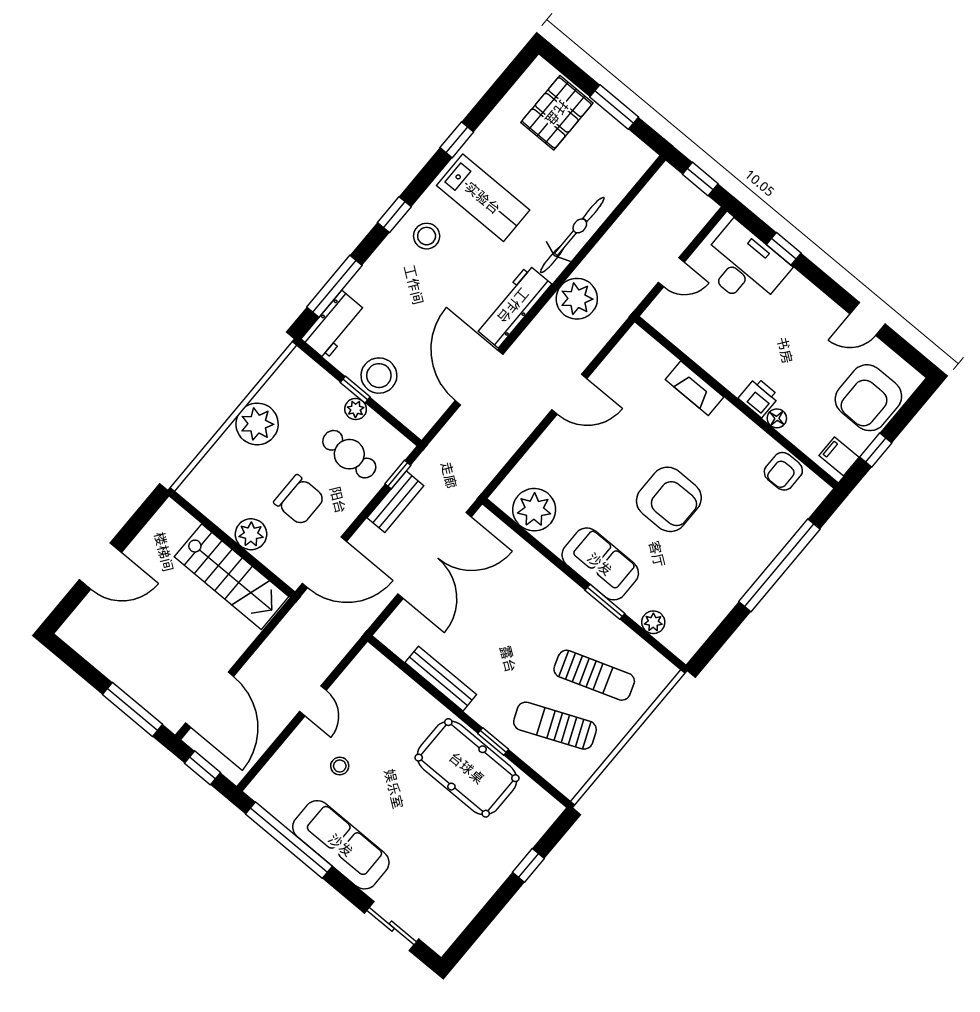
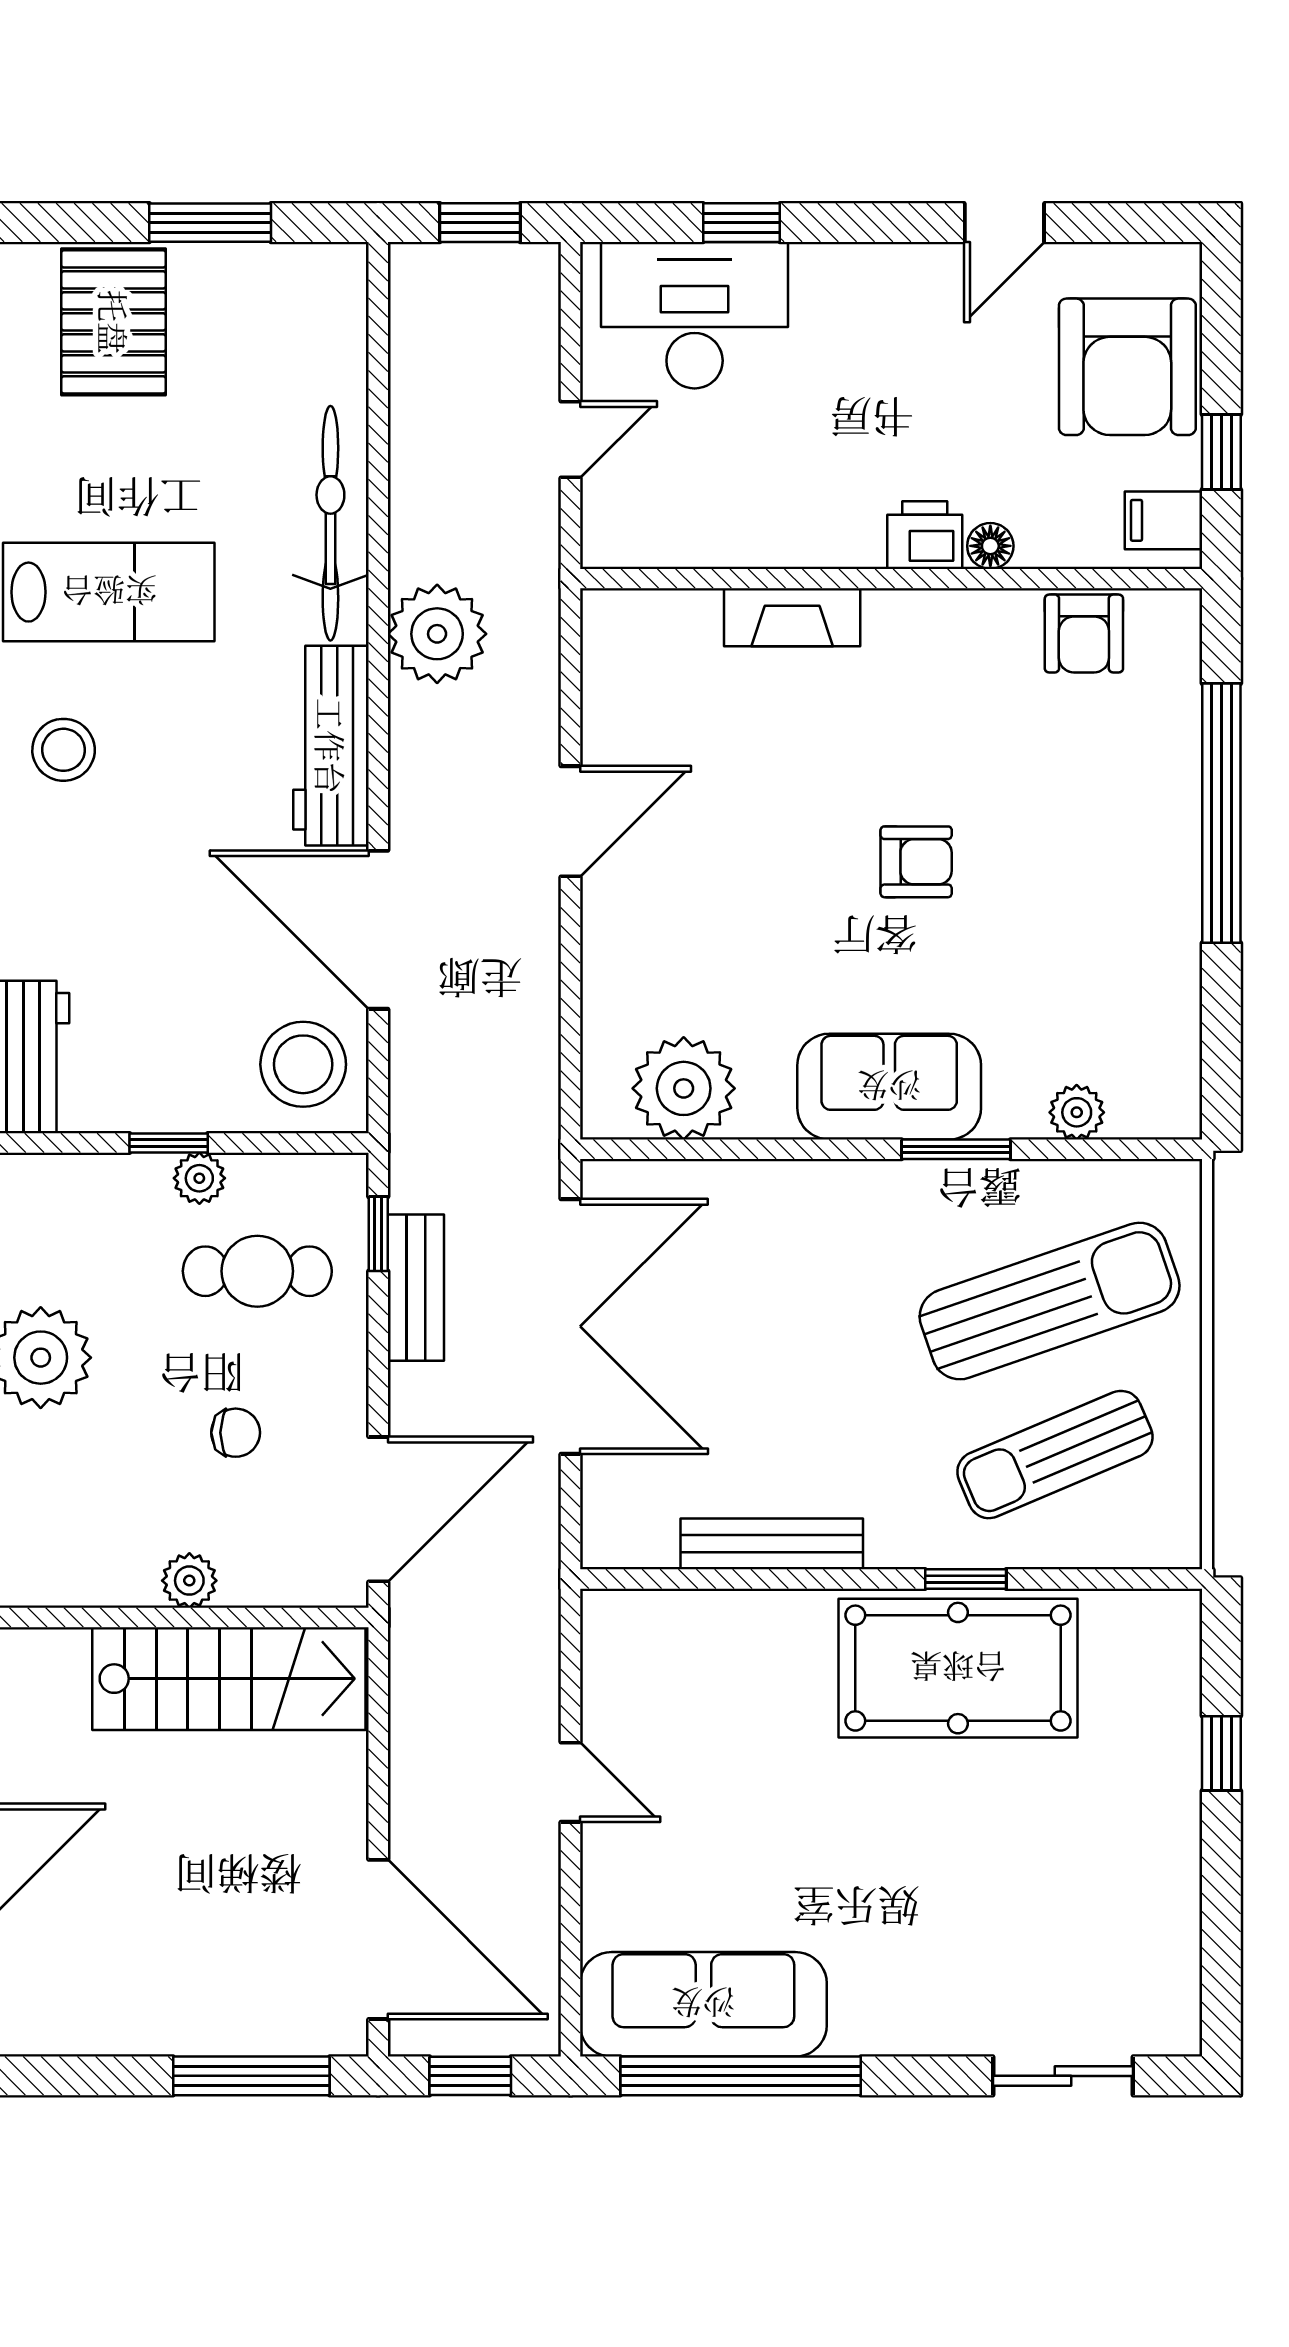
stool: (379, 376) -> (303, 1064), moved
armchair: (669, 499) -> (916, 862), width x0.53, depth x0.53
chair: (299, 500) -> (236, 1433), width x0.54, depth x0.54
plant: (251, 534) -> (189, 1581), width x0.73, depth x0.73
sun lounger: (594, 675) -> (1050, 1301), width x1.36, depth x1.34
stool: (340, 766) -> (720, 1861), removed
sofa: (341, 845) -> (703, 2004), moved

